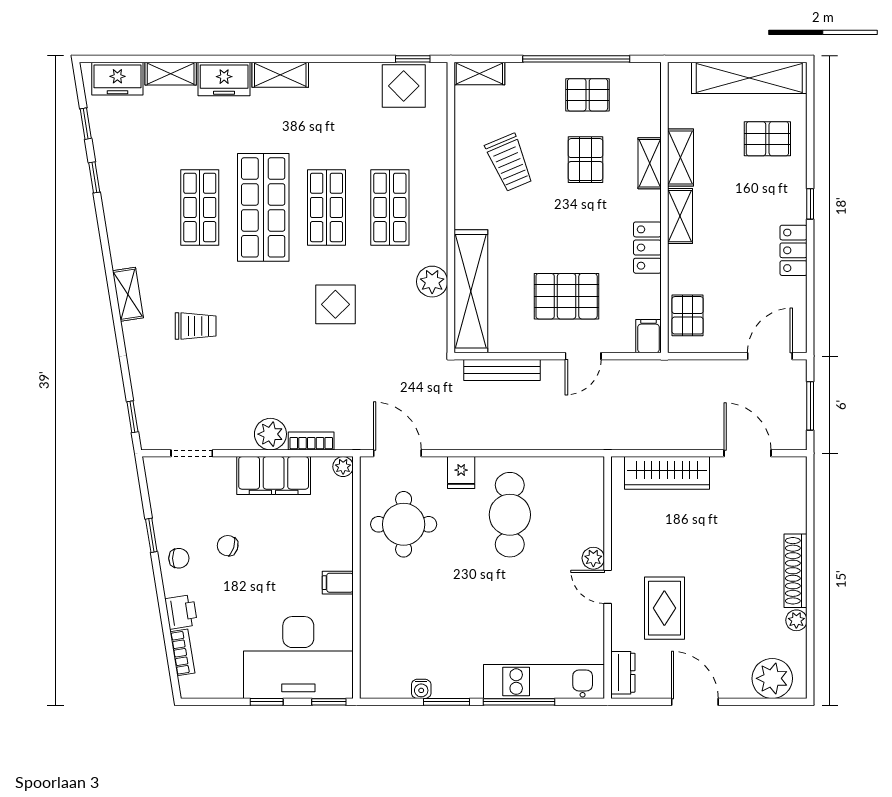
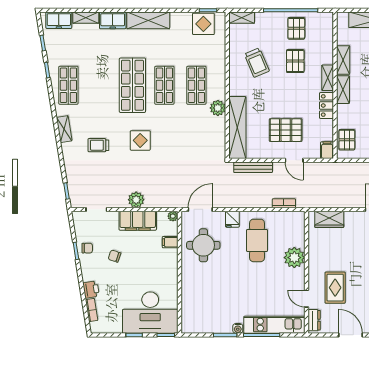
shelving: (280, 75) -> (148, 20), width x1.50, depth x1.33
pallet: (588, 95) -> (296, 28), turned 90
shelving: (650, 163) -> (328, 78), moved
shop shelf: (200, 207) -> (68, 85), moved
plant: (432, 282) -> (218, 108), moved
display table: (335, 304) -> (140, 140), moved
trolley: (196, 326) -> (98, 145), turned 180
door: (583, 356) -> (294, 160), hinge flipped
bookcase: (311, 441) -> (284, 203), moved
door: (397, 453) -> (200, 209), hinge flipped
wardrobe: (667, 473) -> (329, 219), width x0.67
chair: (179, 558) -> (87, 248), moved
plant: (593, 558) -> (294, 258), width x1.87, depth x1.87
filing cabinet: (338, 583) -> (170, 242), moved
door: (608, 587) -> (306, 299), moved
water cooler: (421, 689) -> (238, 328), moved

